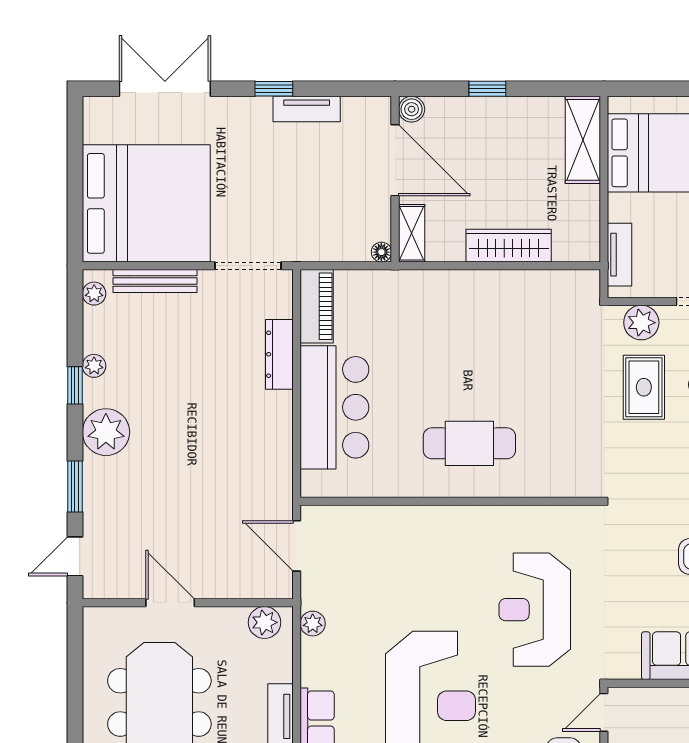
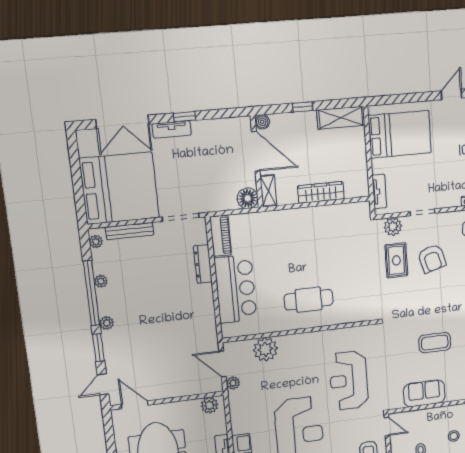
double door: (165, 89) -> (122, 122), swing flipped
tv unit: (307, 109) -> (172, 129), moved
shelving: (583, 140) -> (341, 118), moved, turned 90
floor lamp: (381, 252) -> (248, 198), width x1.89, depth x1.89
window: (75, 385) -> (91, 293), width x3.17
plant: (106, 432) -> (107, 323), width x0.53, depth x0.53
plant: (380, 528) -> (265, 349), added
door: (170, 603) -> (135, 405), moved
plant: (313, 624) -> (233, 383), moved
door: (604, 712) -> (387, 426), swing flipped

